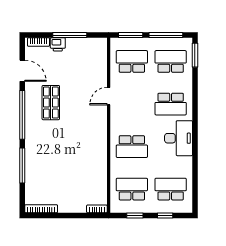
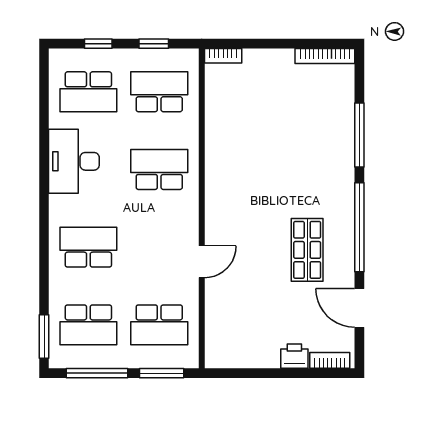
window: (70, 35) -> (273, 373), removed
desk: (179, 138) -> (74, 161), moved
school desk: (132, 189) -> (159, 92), turned 180

